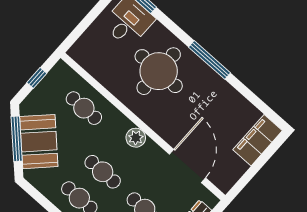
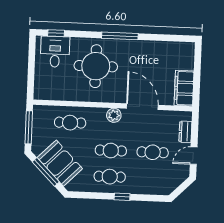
window: (37, 78) -> (29, 127), width x2.17
filing cabinet: (258, 140) -> (184, 88), moved
door: (187, 166) -> (142, 107), moved

